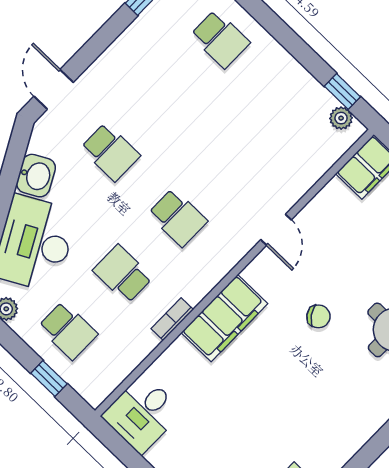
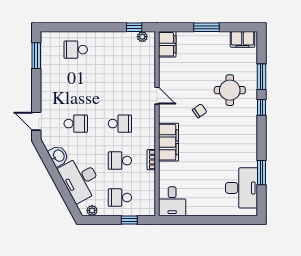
school desk: (220, 39) -> (76, 50), turned 180
school desk: (68, 330) -> (120, 198), turned 180

